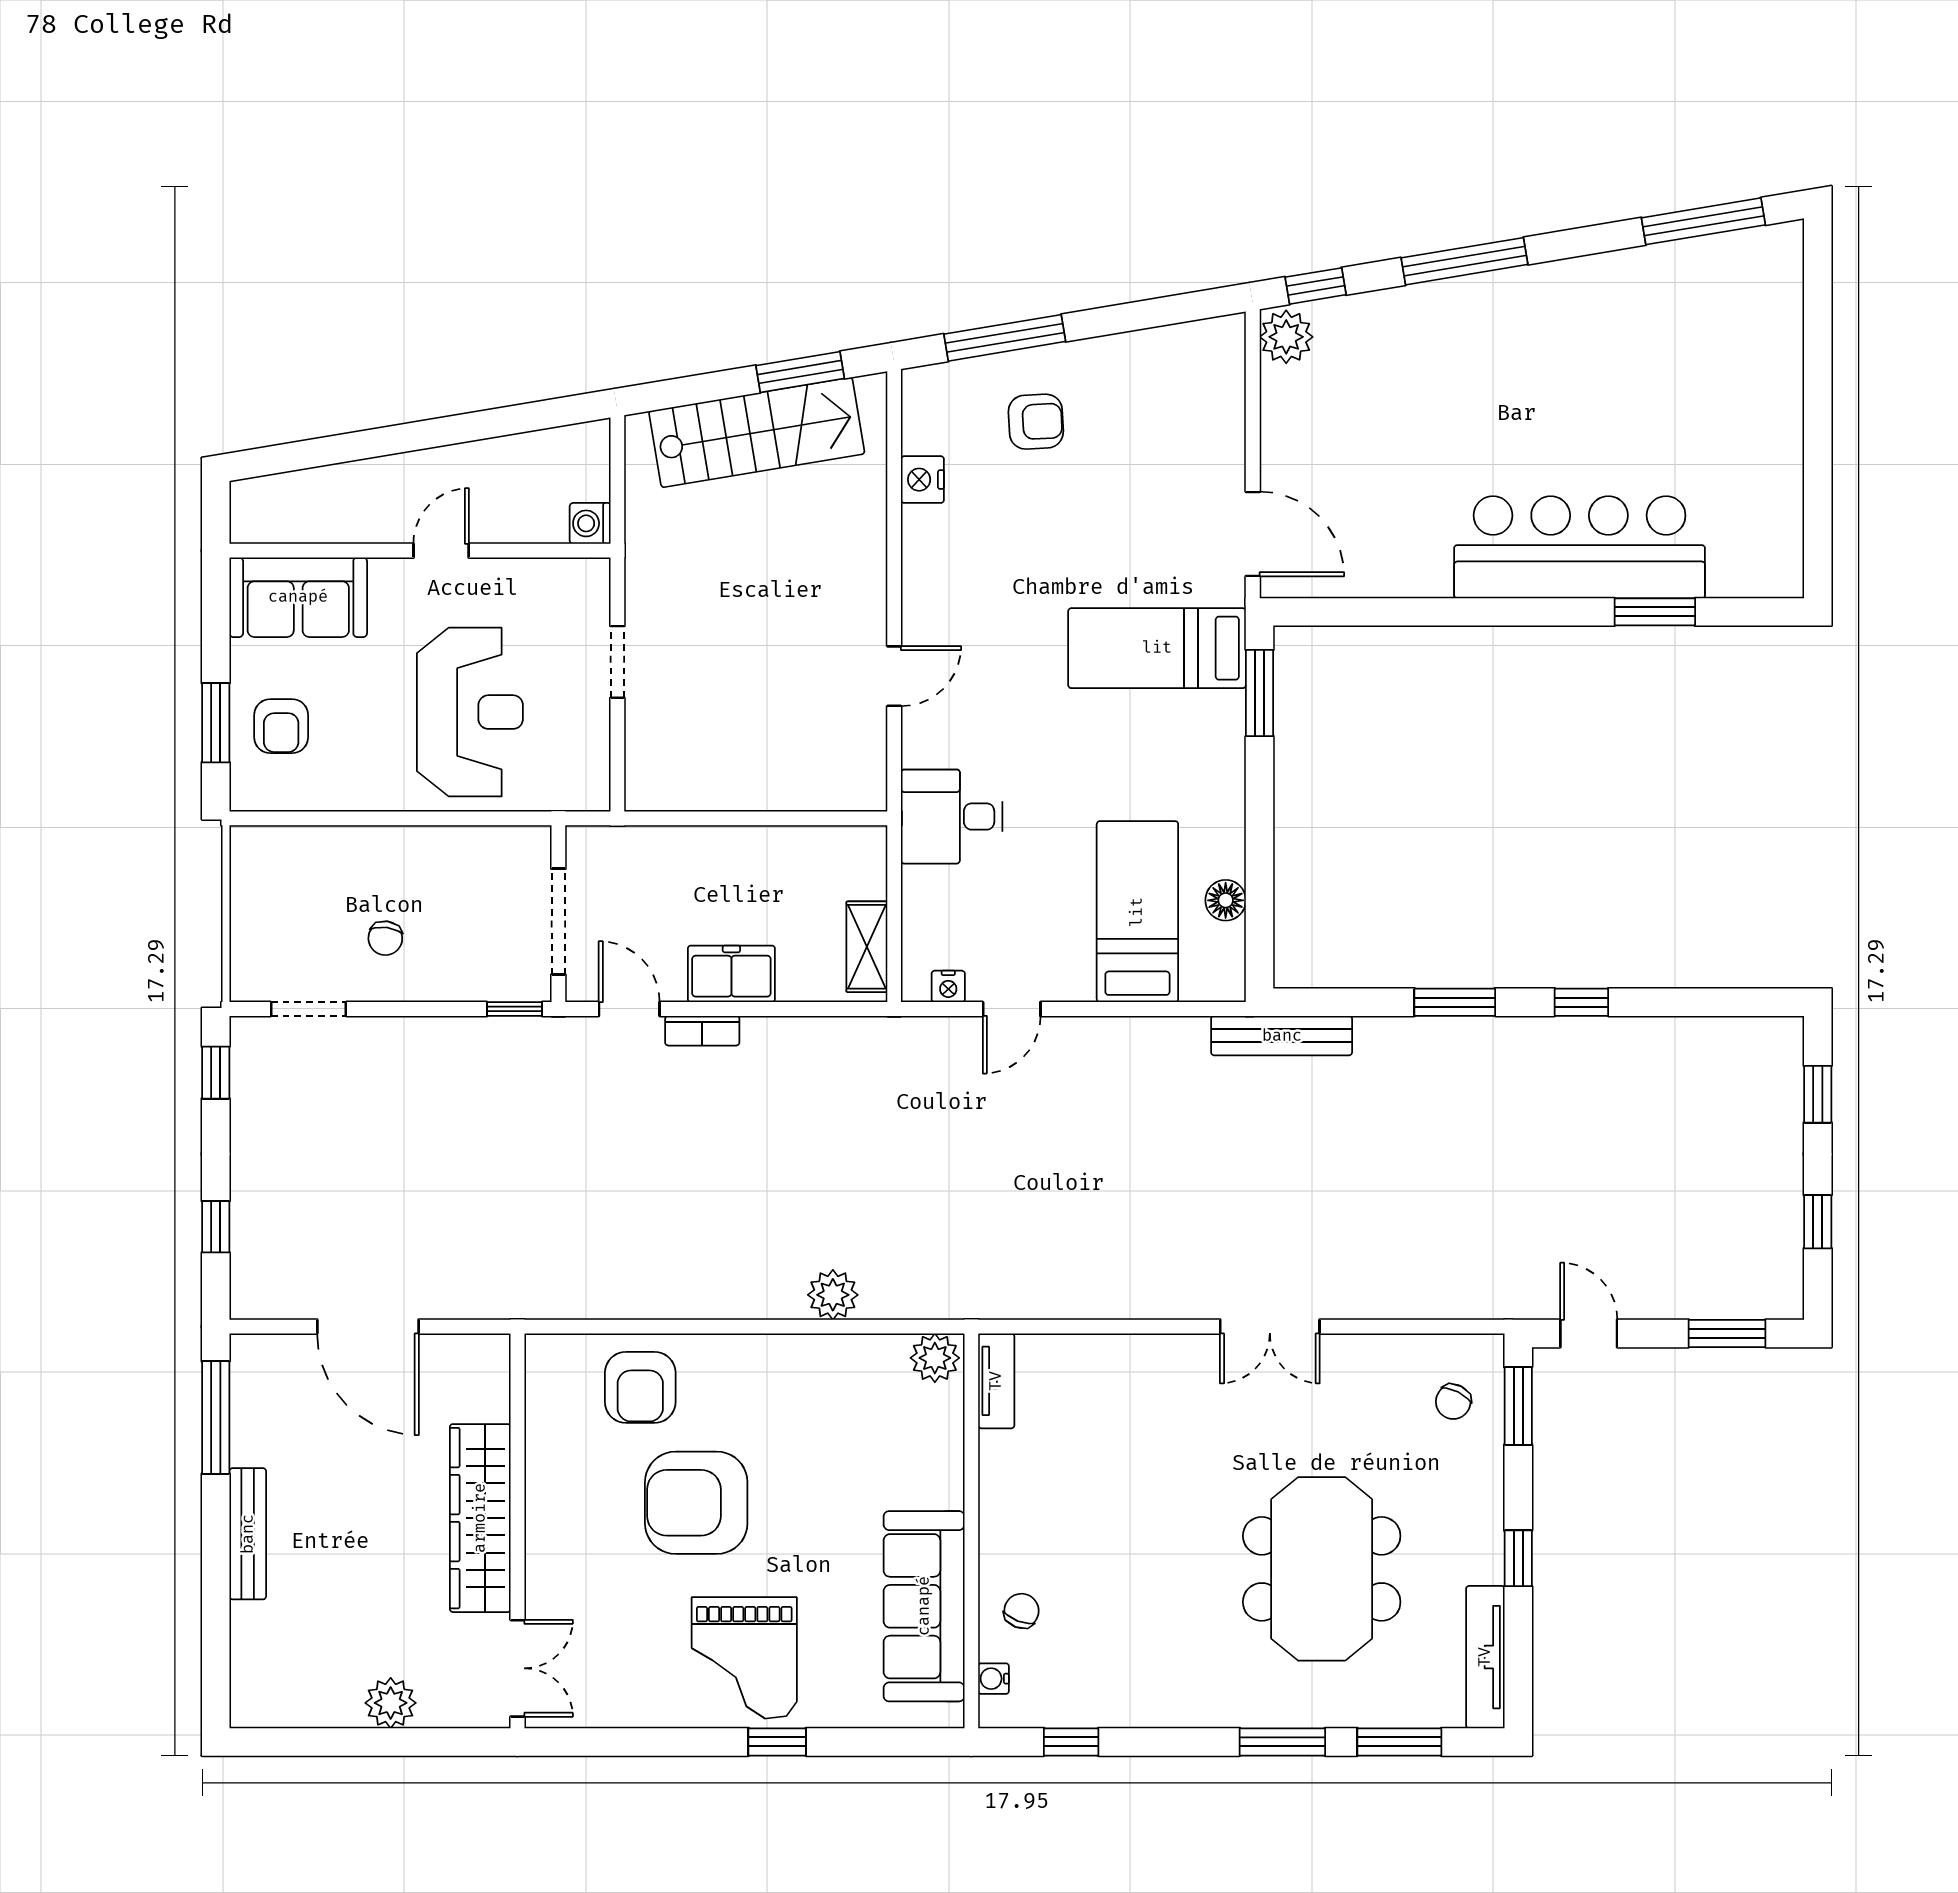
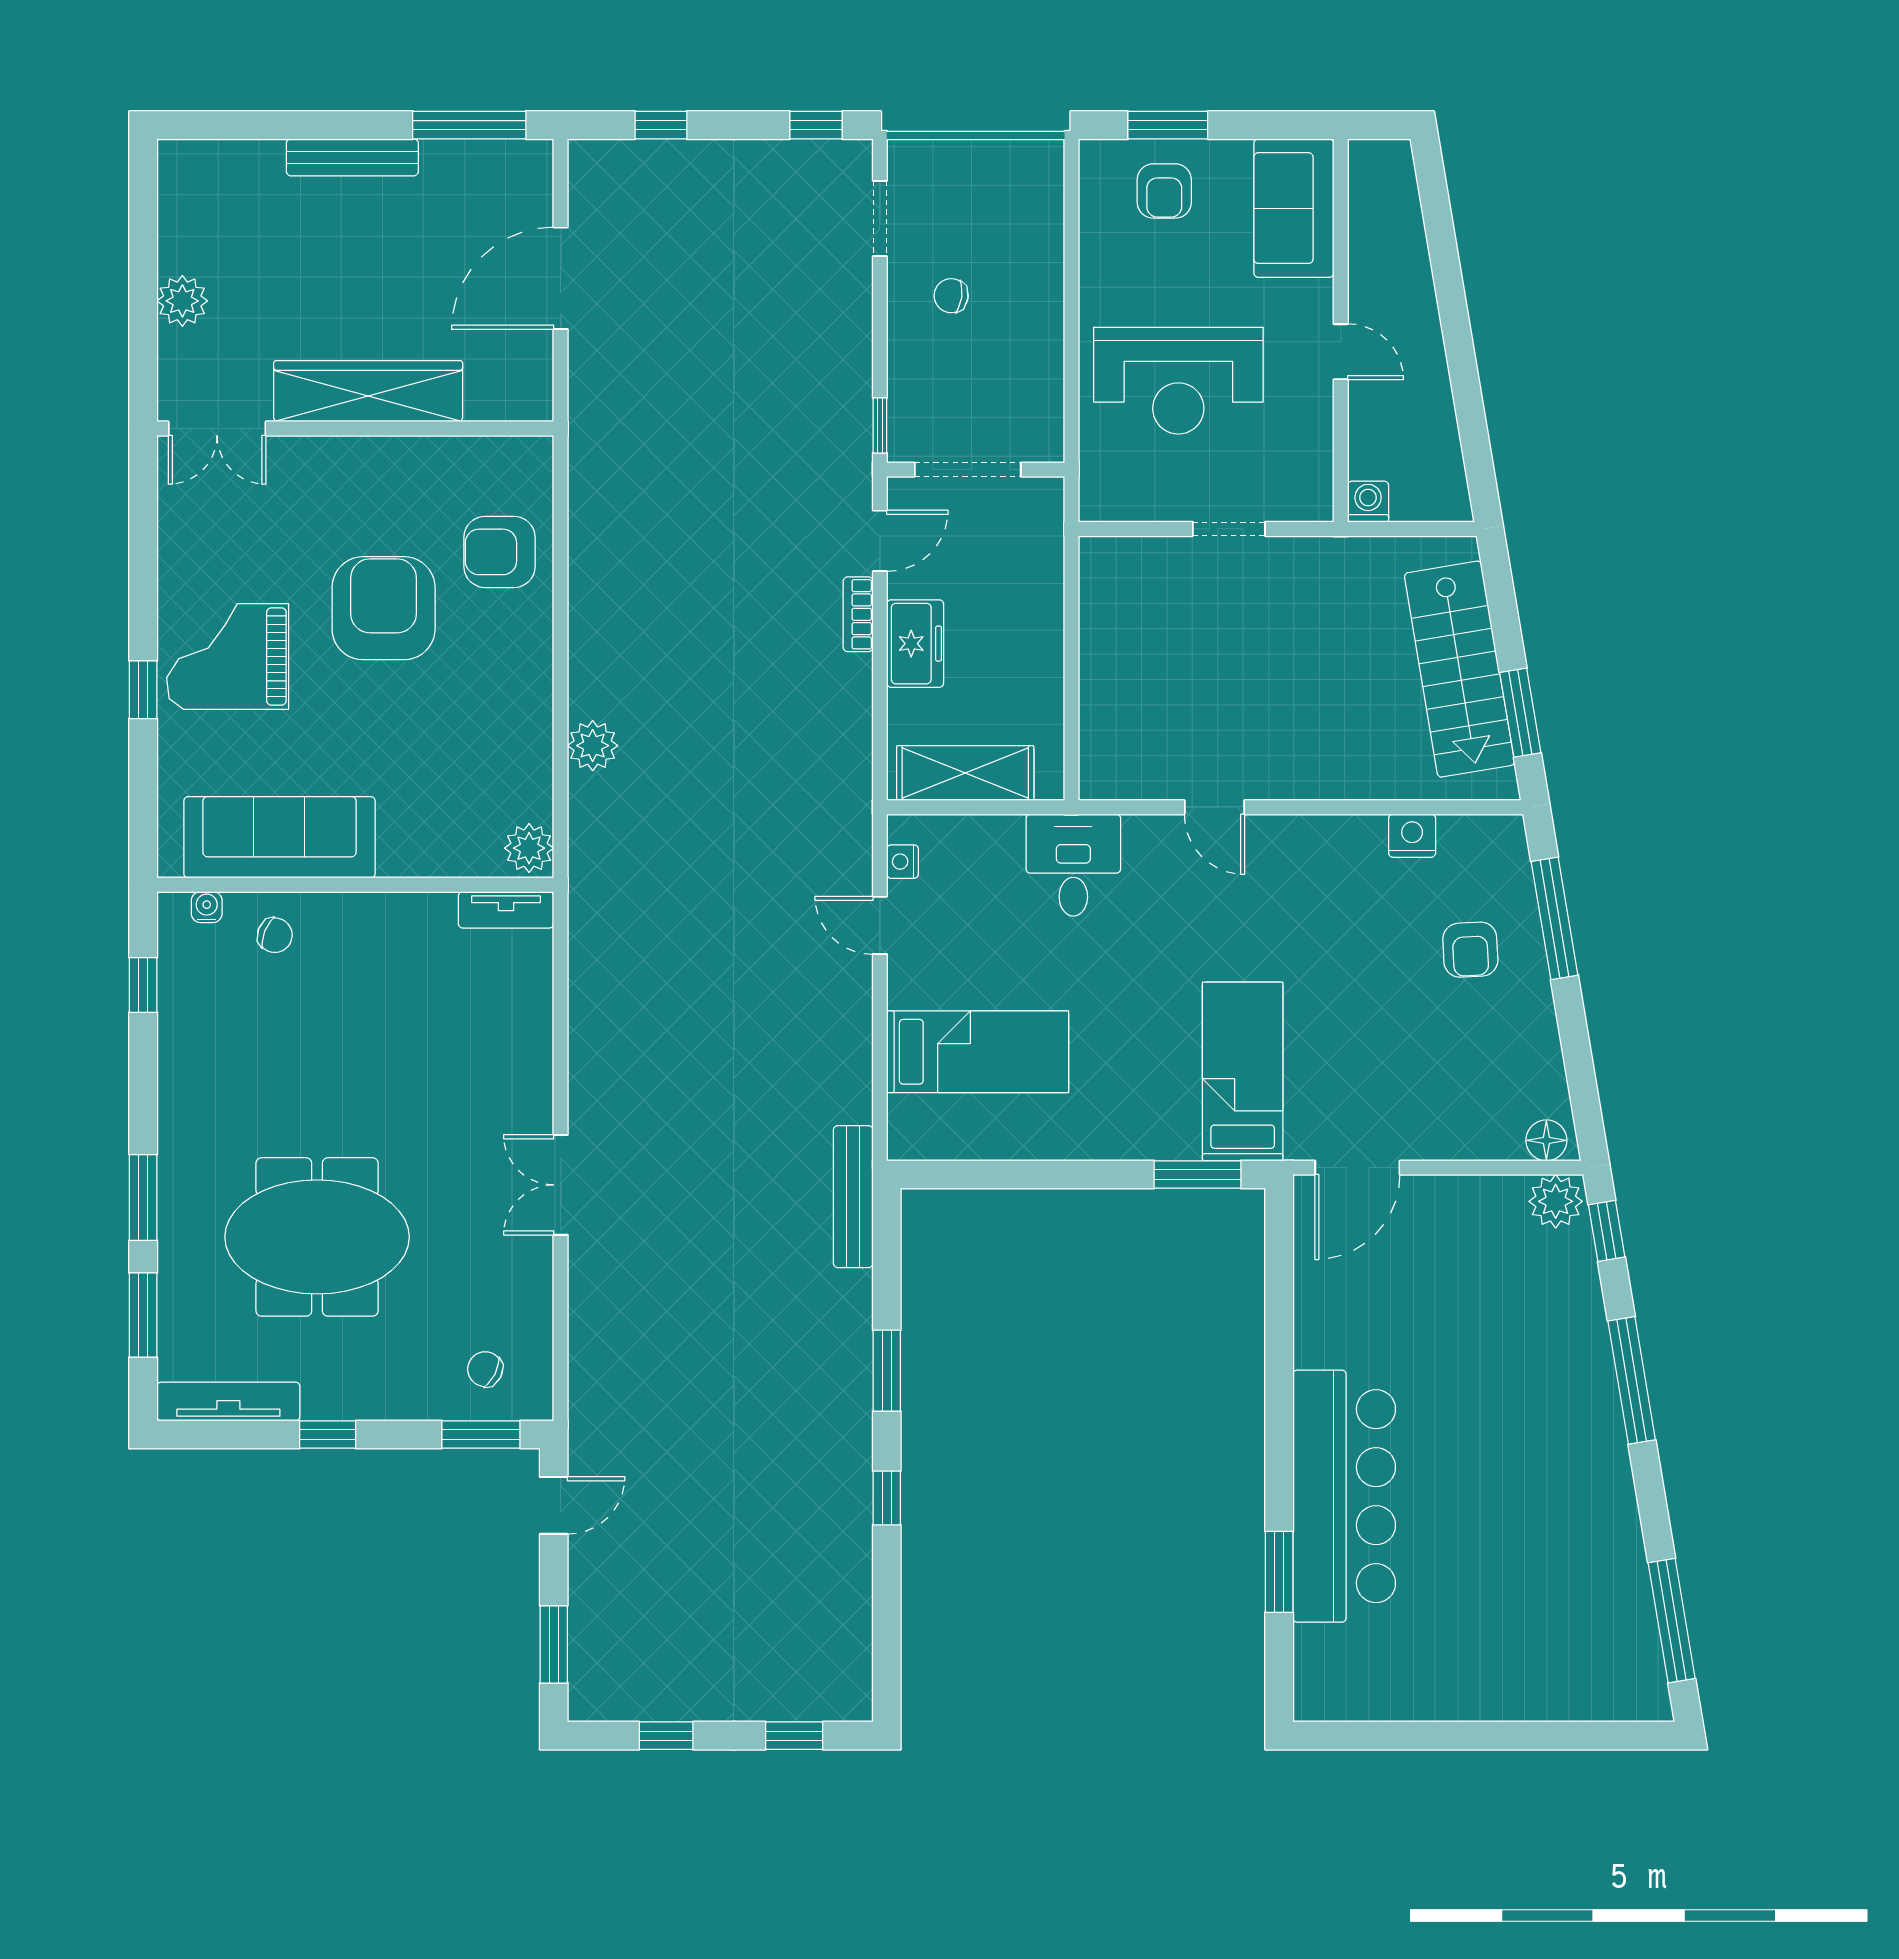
armchair: (281, 726) -> (1164, 191), turned -90
floor lamp: (1226, 900) -> (1546, 1140), moved
shelving: (867, 947) -> (965, 773), width x1.50, depth x1.33

